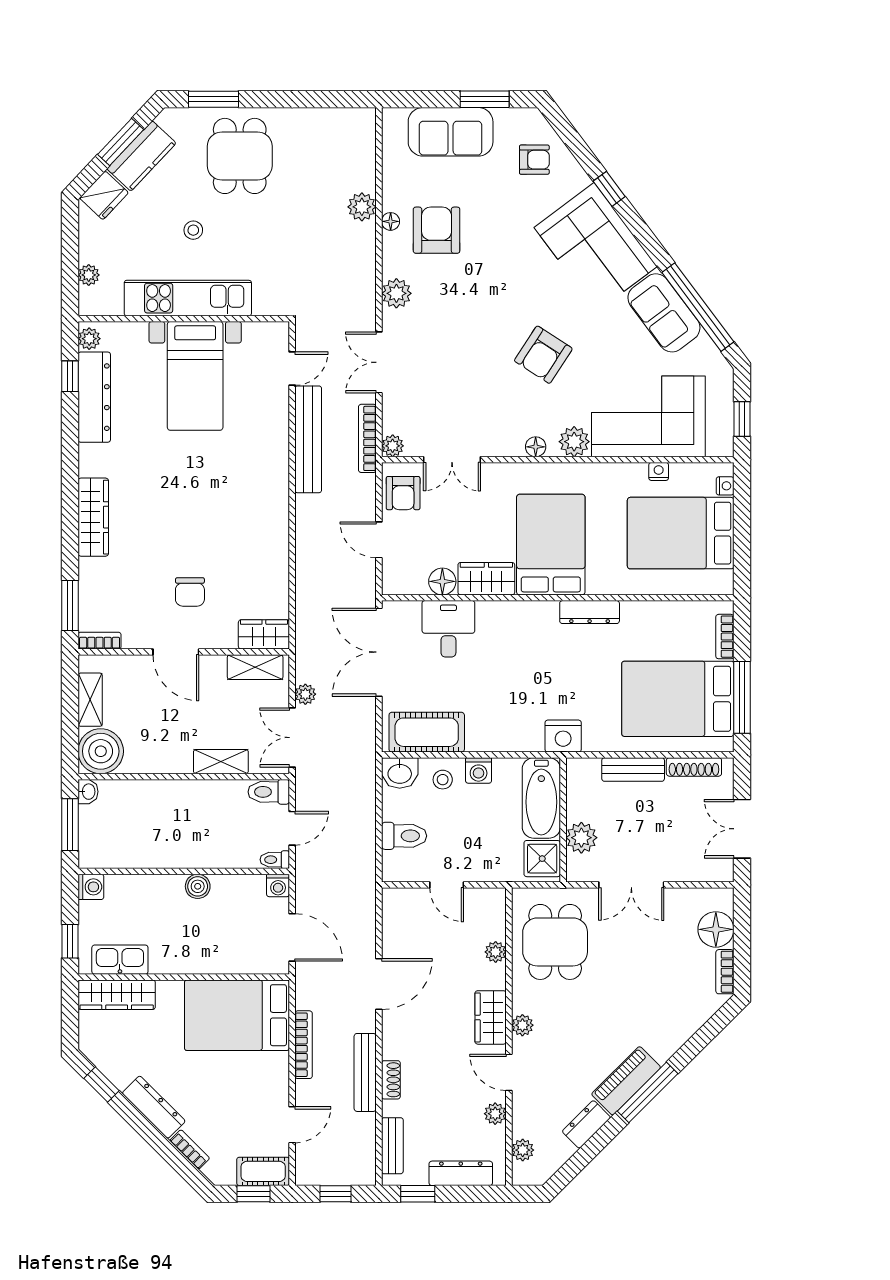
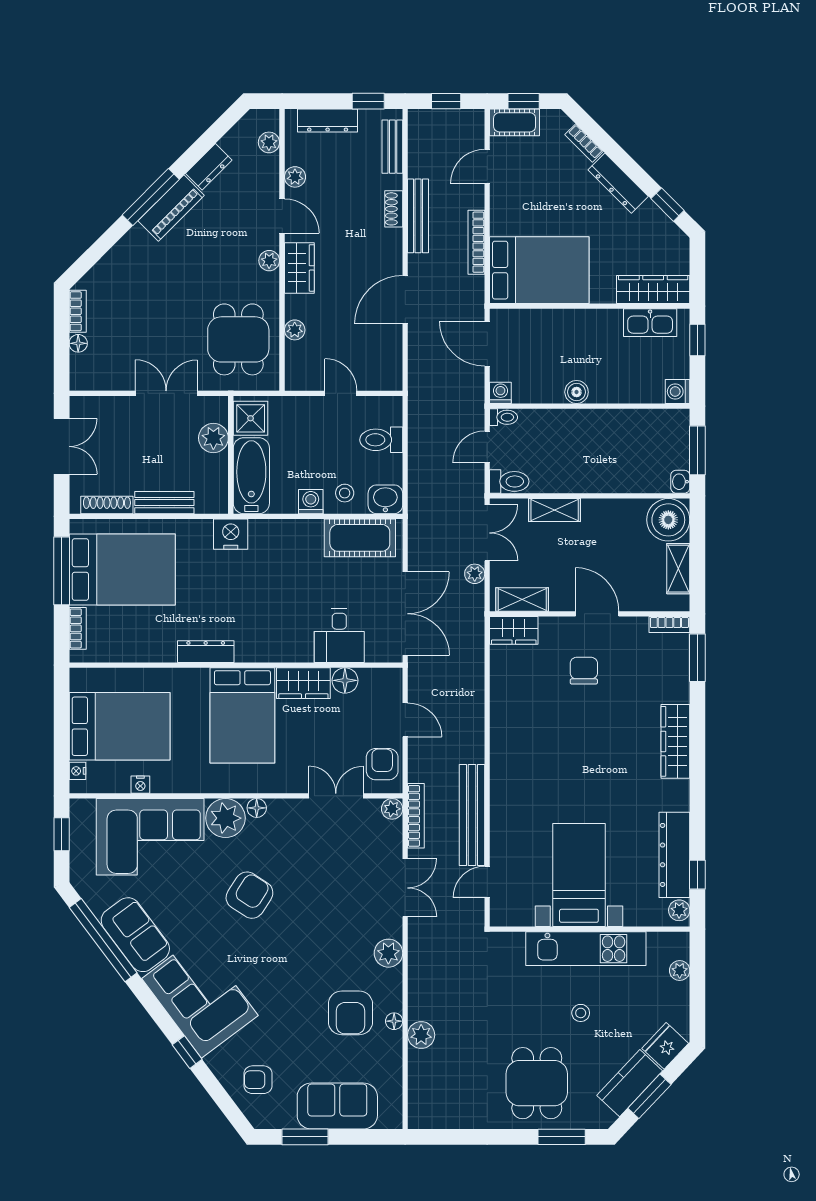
plant: (574, 442) -> (225, 818), width x1.36, depth x1.36
floor lamp: (716, 929) -> (78, 343), width x0.53, depth x0.53

